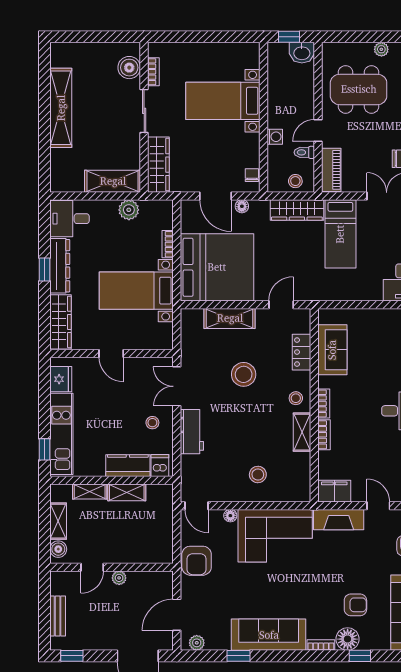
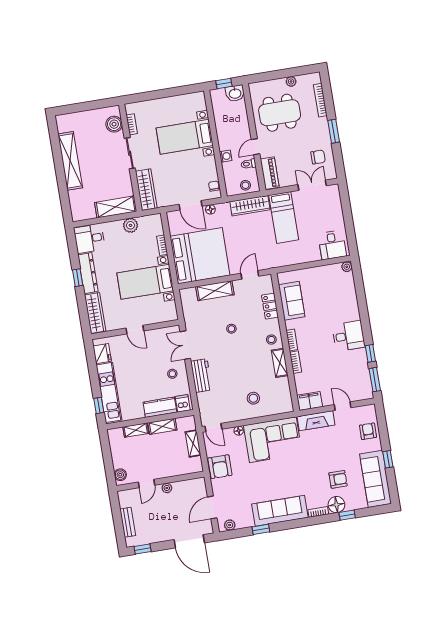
stool: (244, 374) -> (231, 329), width x0.53, depth x0.53
shelving: (58, 521) -> (193, 444), moved

